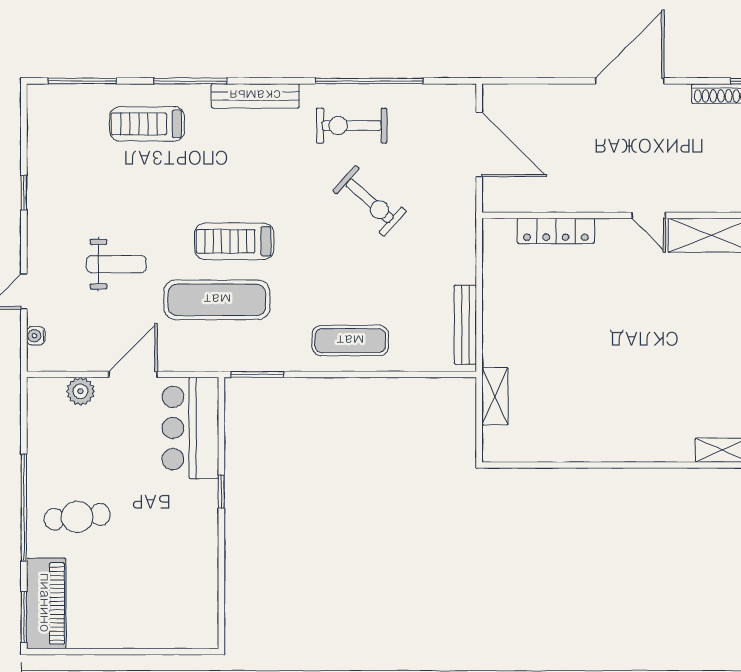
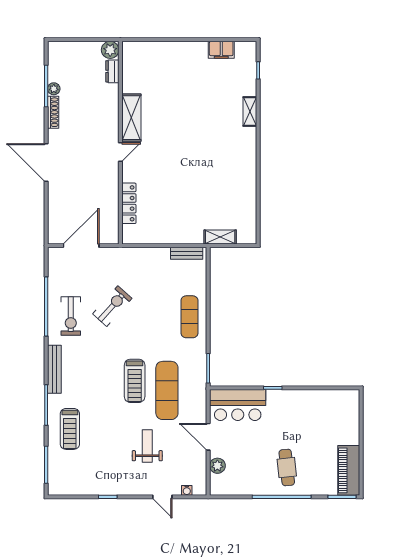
bench: (465, 325) -> (187, 253), width x0.73
piano: (46, 603) -> (349, 470), moved, turned -90

